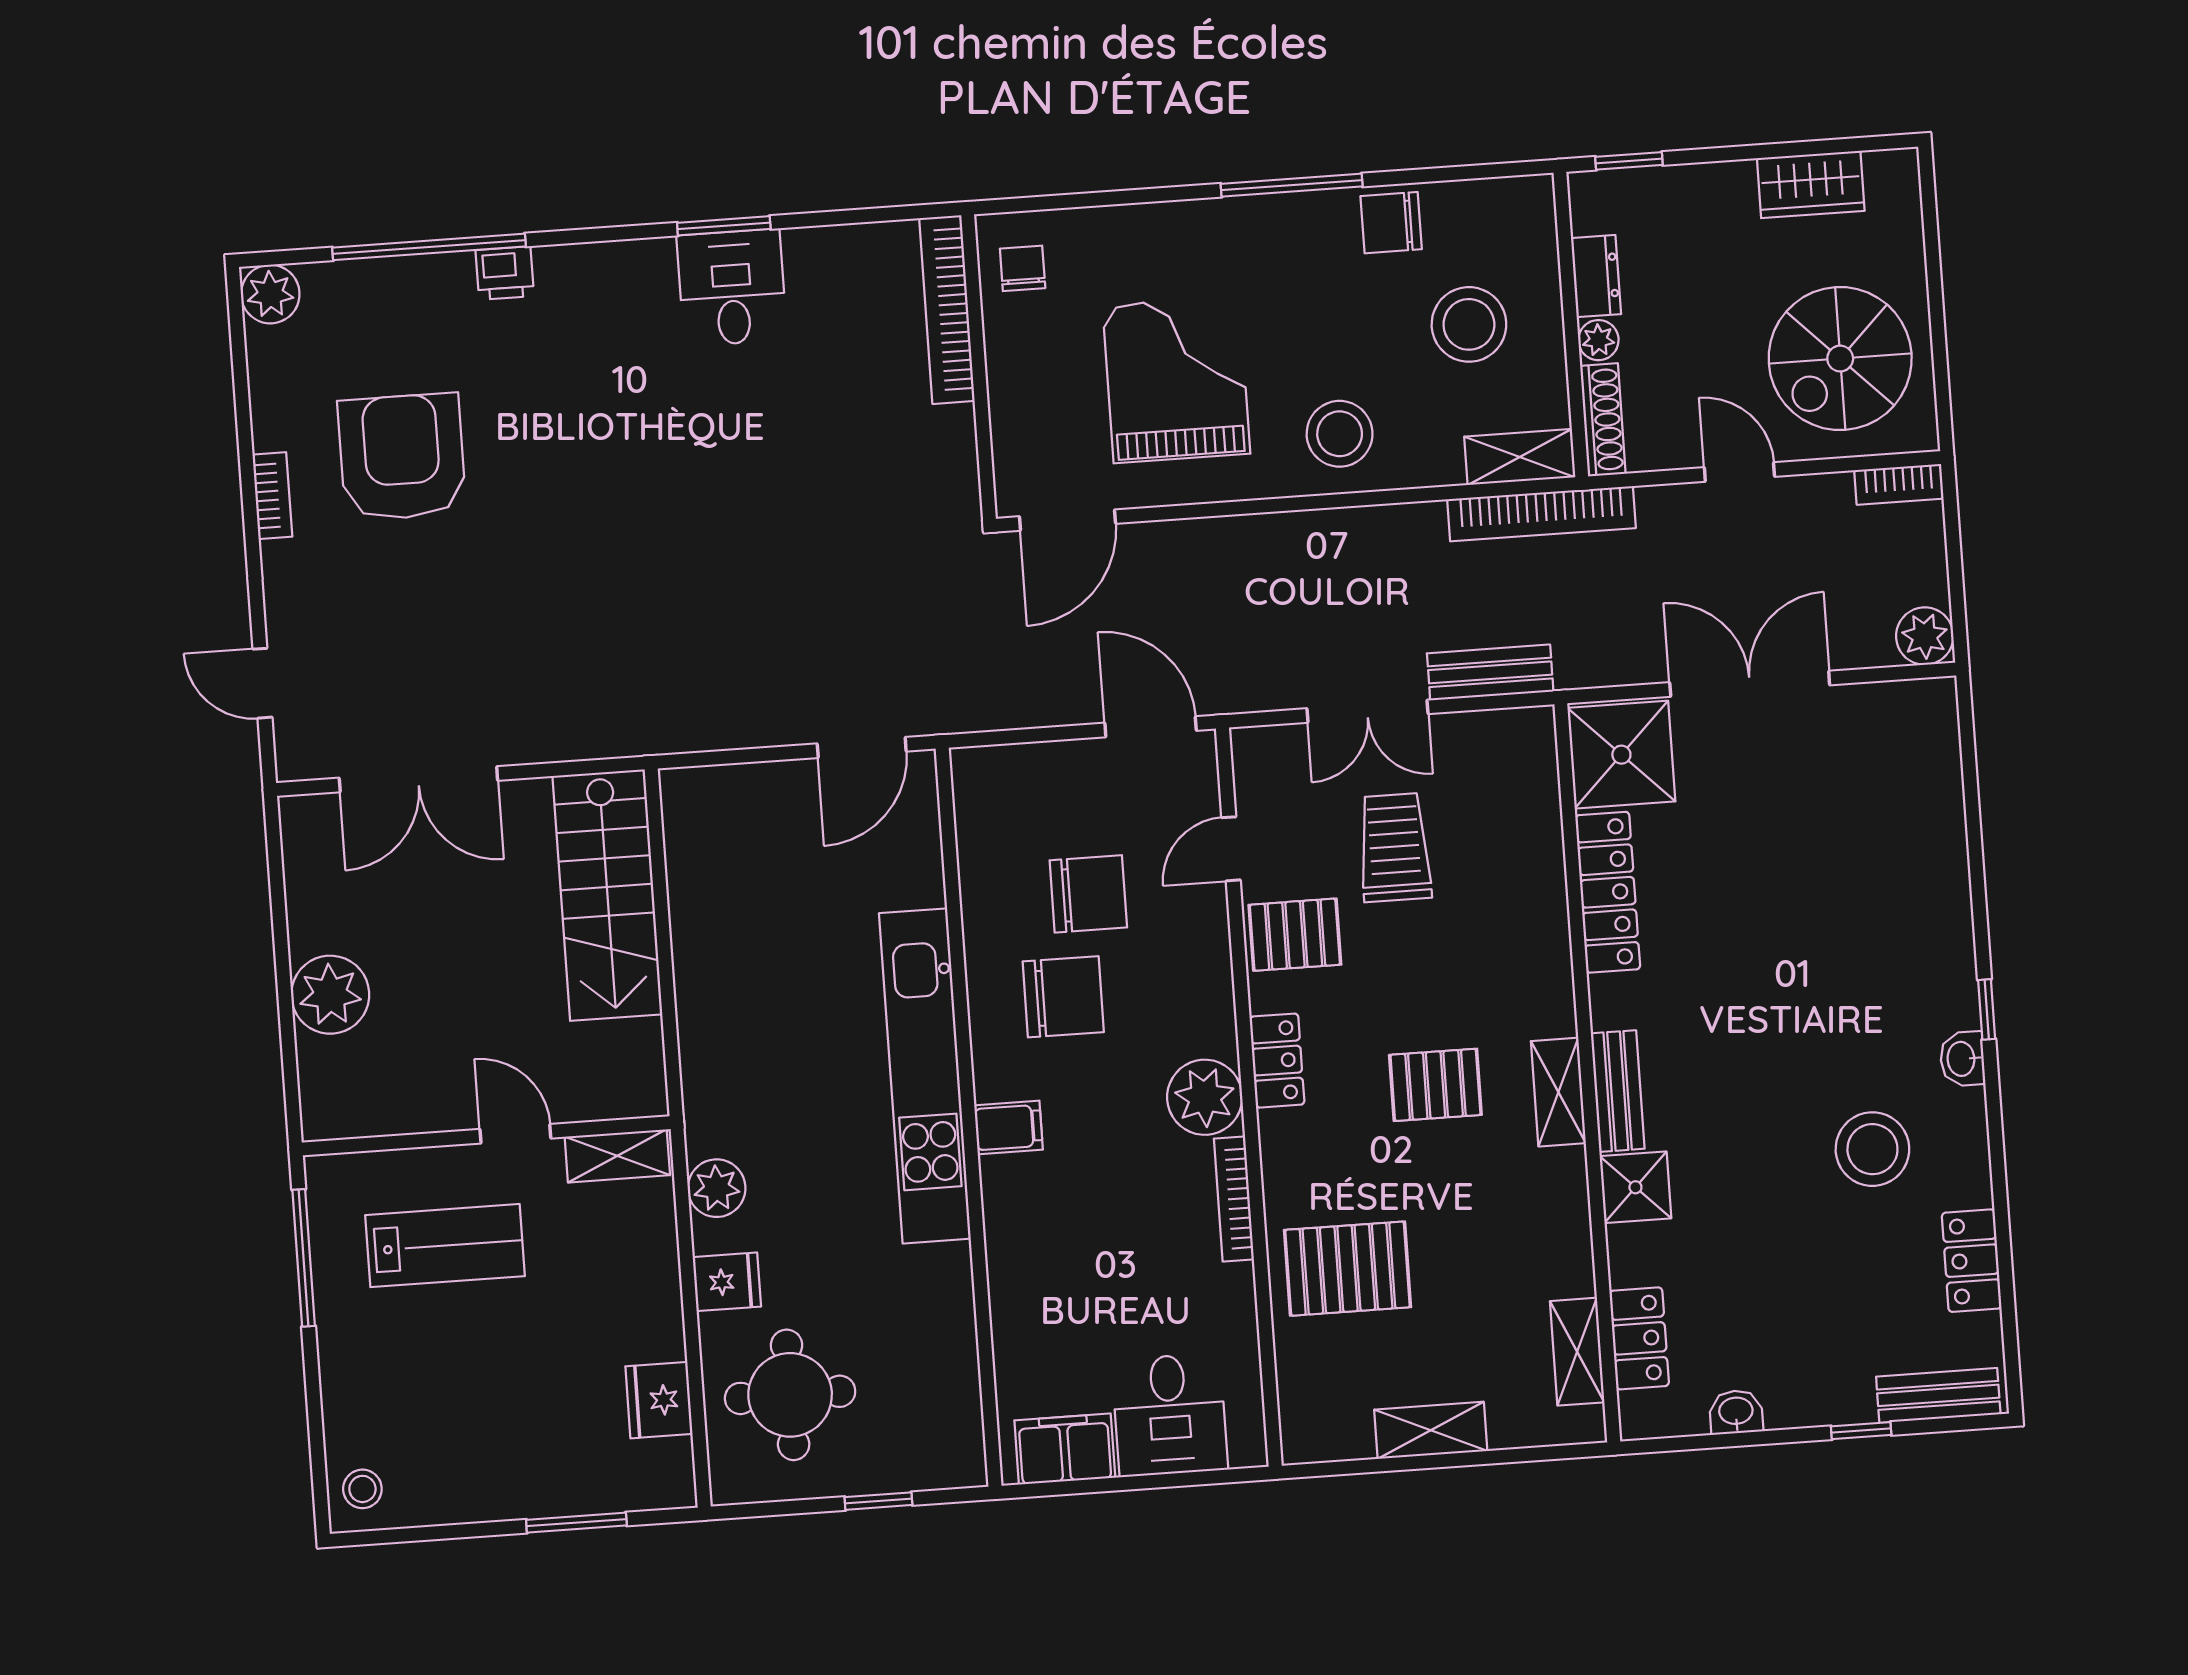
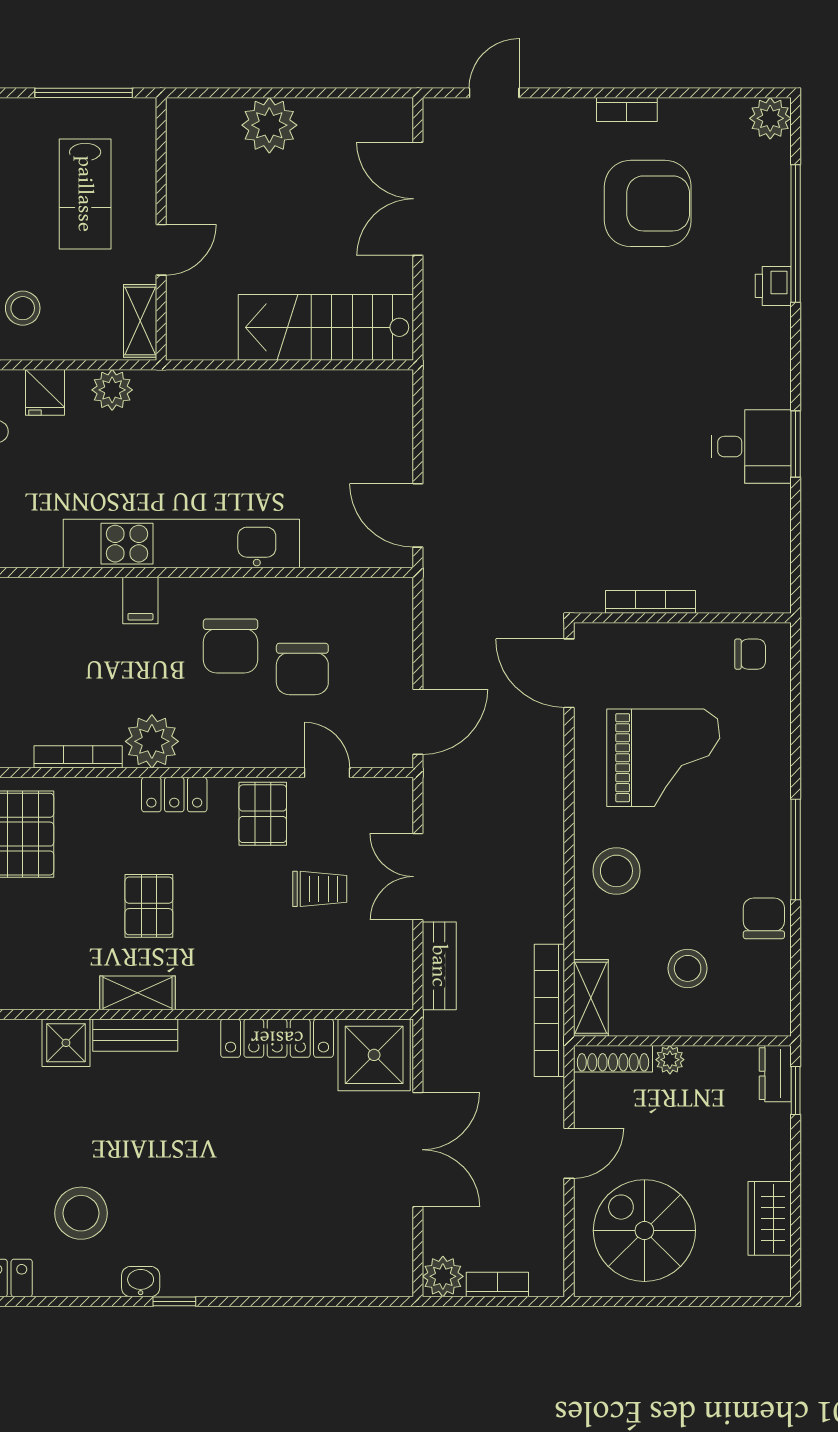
dresser: (1596, 276) -> (775, 1074), moved, turned 90
bookcase: (947, 310) -> (650, 602), moved, width x0.68, depth x0.76
stool: (1469, 324) -> (688, 968), width x0.73, depth x0.73
bookcase: (1899, 484) -> (497, 1284), moved, turned 90
trolley: (1394, 848) -> (320, 889), width x0.73, depth x0.72
stool: (611, 1322) -> (23, 308), added

